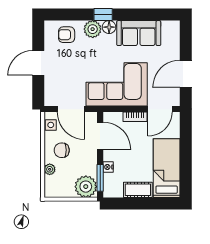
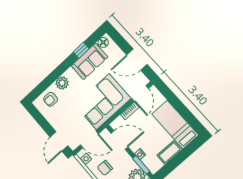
window: (103, 15) -> (81, 50), moved
floor lamp: (109, 27) -> (103, 42), moved
door: (38, 63) -> (59, 141), moved
door: (186, 74) -> (137, 60), hinge flipped

